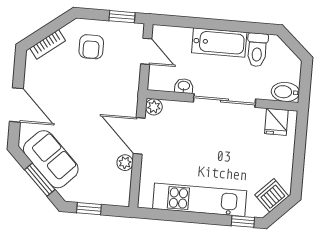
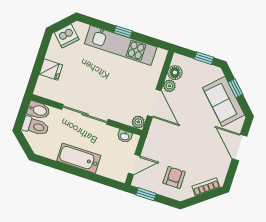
toilet: (257, 50) -> (35, 126), moved, turned 90
door: (146, 51) -> (134, 164), swing flipped
washbasin: (184, 86) -> (125, 136), moved
fridge: (276, 122) -> (51, 70), moved, turned 90
window: (40, 180) -> (235, 88), width x0.67
floor lamp: (122, 181) -> (175, 73), added
window: (243, 221) -> (123, 32), moved

